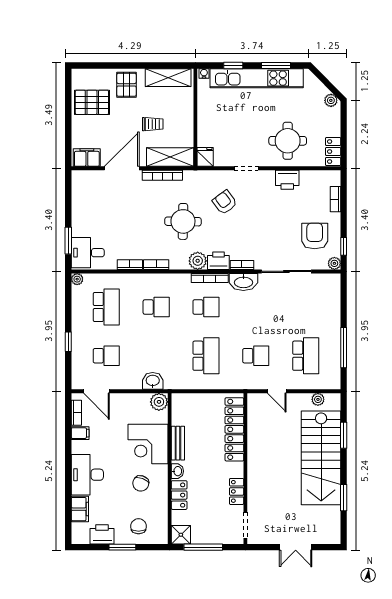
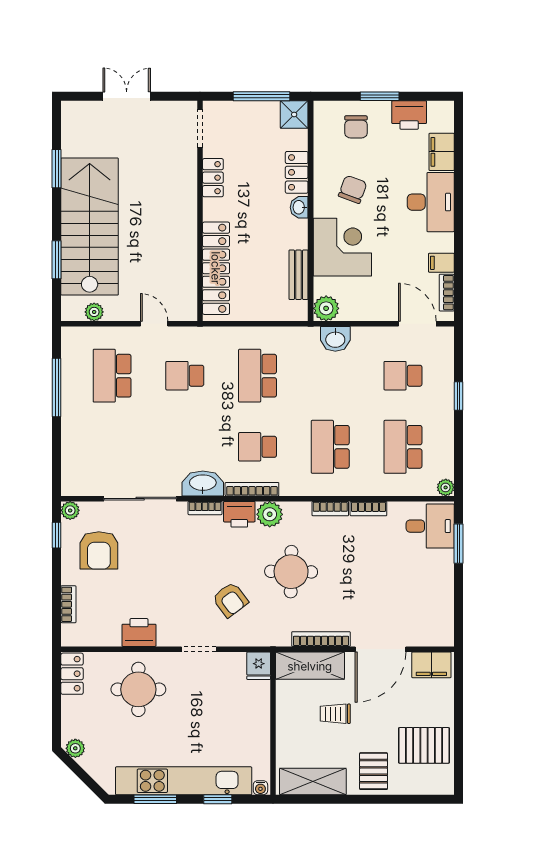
school desk: (156, 307) -> (330, 447), width x1.85
bench: (178, 443) -> (299, 275), moved

